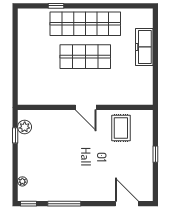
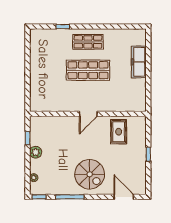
shop shelf: (85, 24) -> (88, 42), width x0.50, depth x0.74
door: (86, 107) -> (88, 114), hinge flipped
plant: (25, 127) -> (36, 152), moved
spiral stairs: (87, 177) -> (90, 174), added

